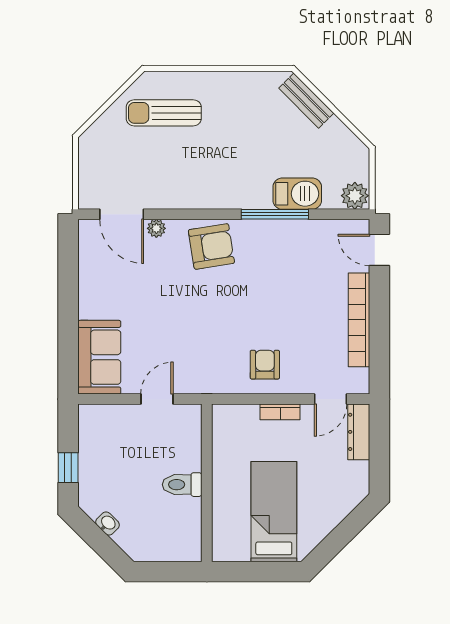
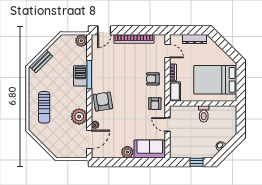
sun lounger: (164, 113) -> (44, 107), moved
plant: (176, 191) -> (79, 117), added
barbecue: (297, 194) -> (80, 76), moved
plant: (92, 304) -> (127, 152), added
armchair: (206, 369) -> (155, 104), added
cot: (235, 417) -> (175, 92), added
dresser: (359, 432) -> (195, 39), moved
bed: (274, 512) -> (215, 80), width x1.50

